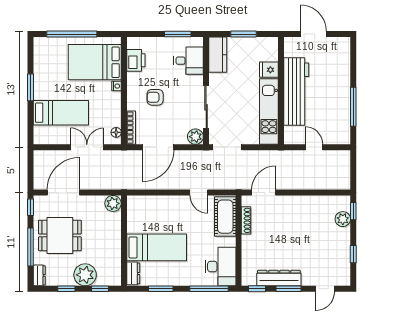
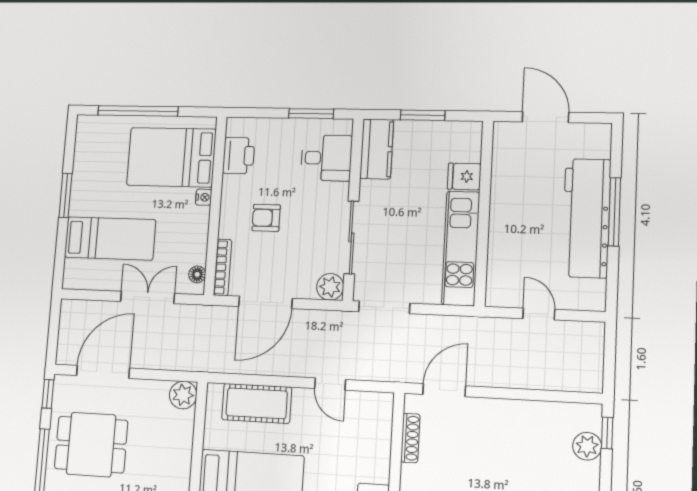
workbench: (296, 91) -> (586, 218), moved, turned 180
window: (353, 107) -> (614, 212), moved
cot: (225, 217) -> (257, 403), moved, turned 90

